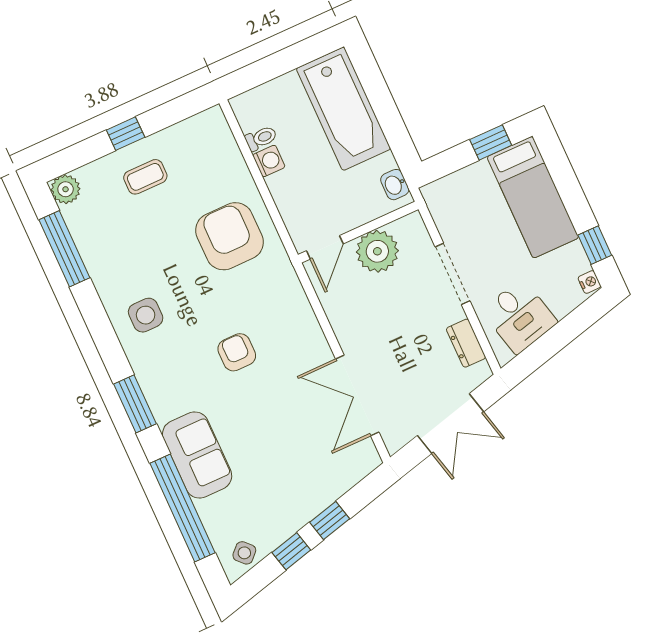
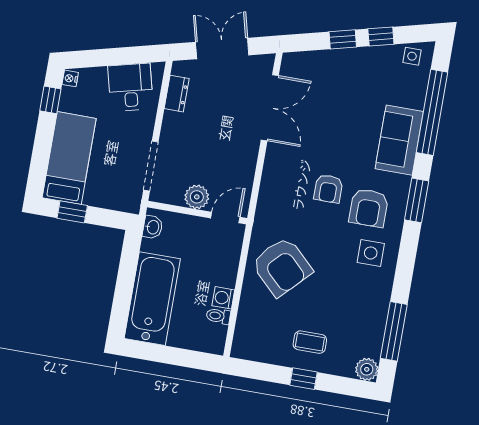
armchair: (230, 236) -> (282, 267), turned -46
plant: (377, 251) -> (197, 197), width x0.73, depth x0.73
doorway: (453, 274) -> (151, 166), moved
armchair: (180, 361) -> (369, 208), added
side table: (244, 553) -> (412, 56), turned 45

